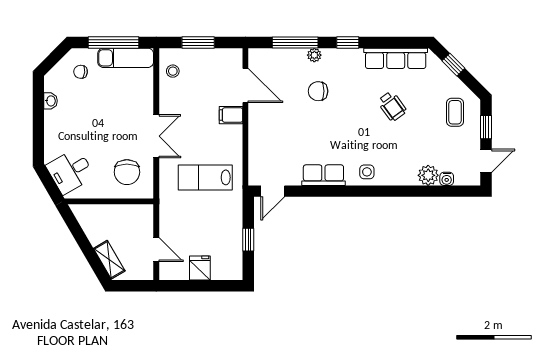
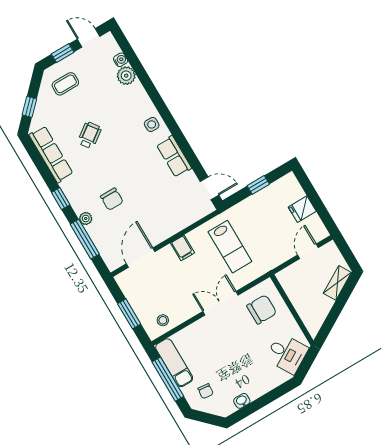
filing cabinet: (231, 115) -> (182, 248), moved

